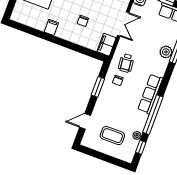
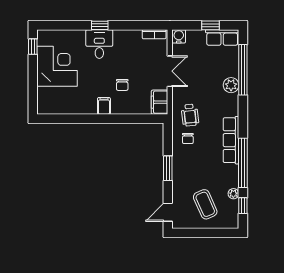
filing cabinet: (51, 27) -> (104, 106), moved
window: (98, 87) -> (168, 168), moved
door: (85, 121) -> (168, 212), moved
coffee table: (112, 136) -> (205, 204), turned 66

